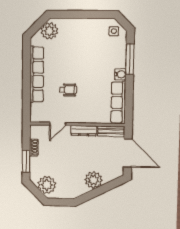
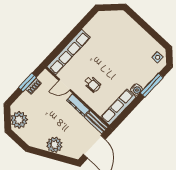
plant: (49, 31) -> (115, 18), removed
row of seats: (37, 74) -> (69, 52), moved
wheelchair: (68, 90) -> (92, 84), moved
window: (26, 161) -> (28, 82), moved

